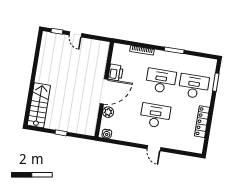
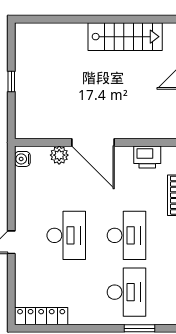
printer: (116, 73) -> (147, 157), moved
stairs: (39, 105) -> (125, 37), moved
locker: (202, 122) -> (41, 316), moved

